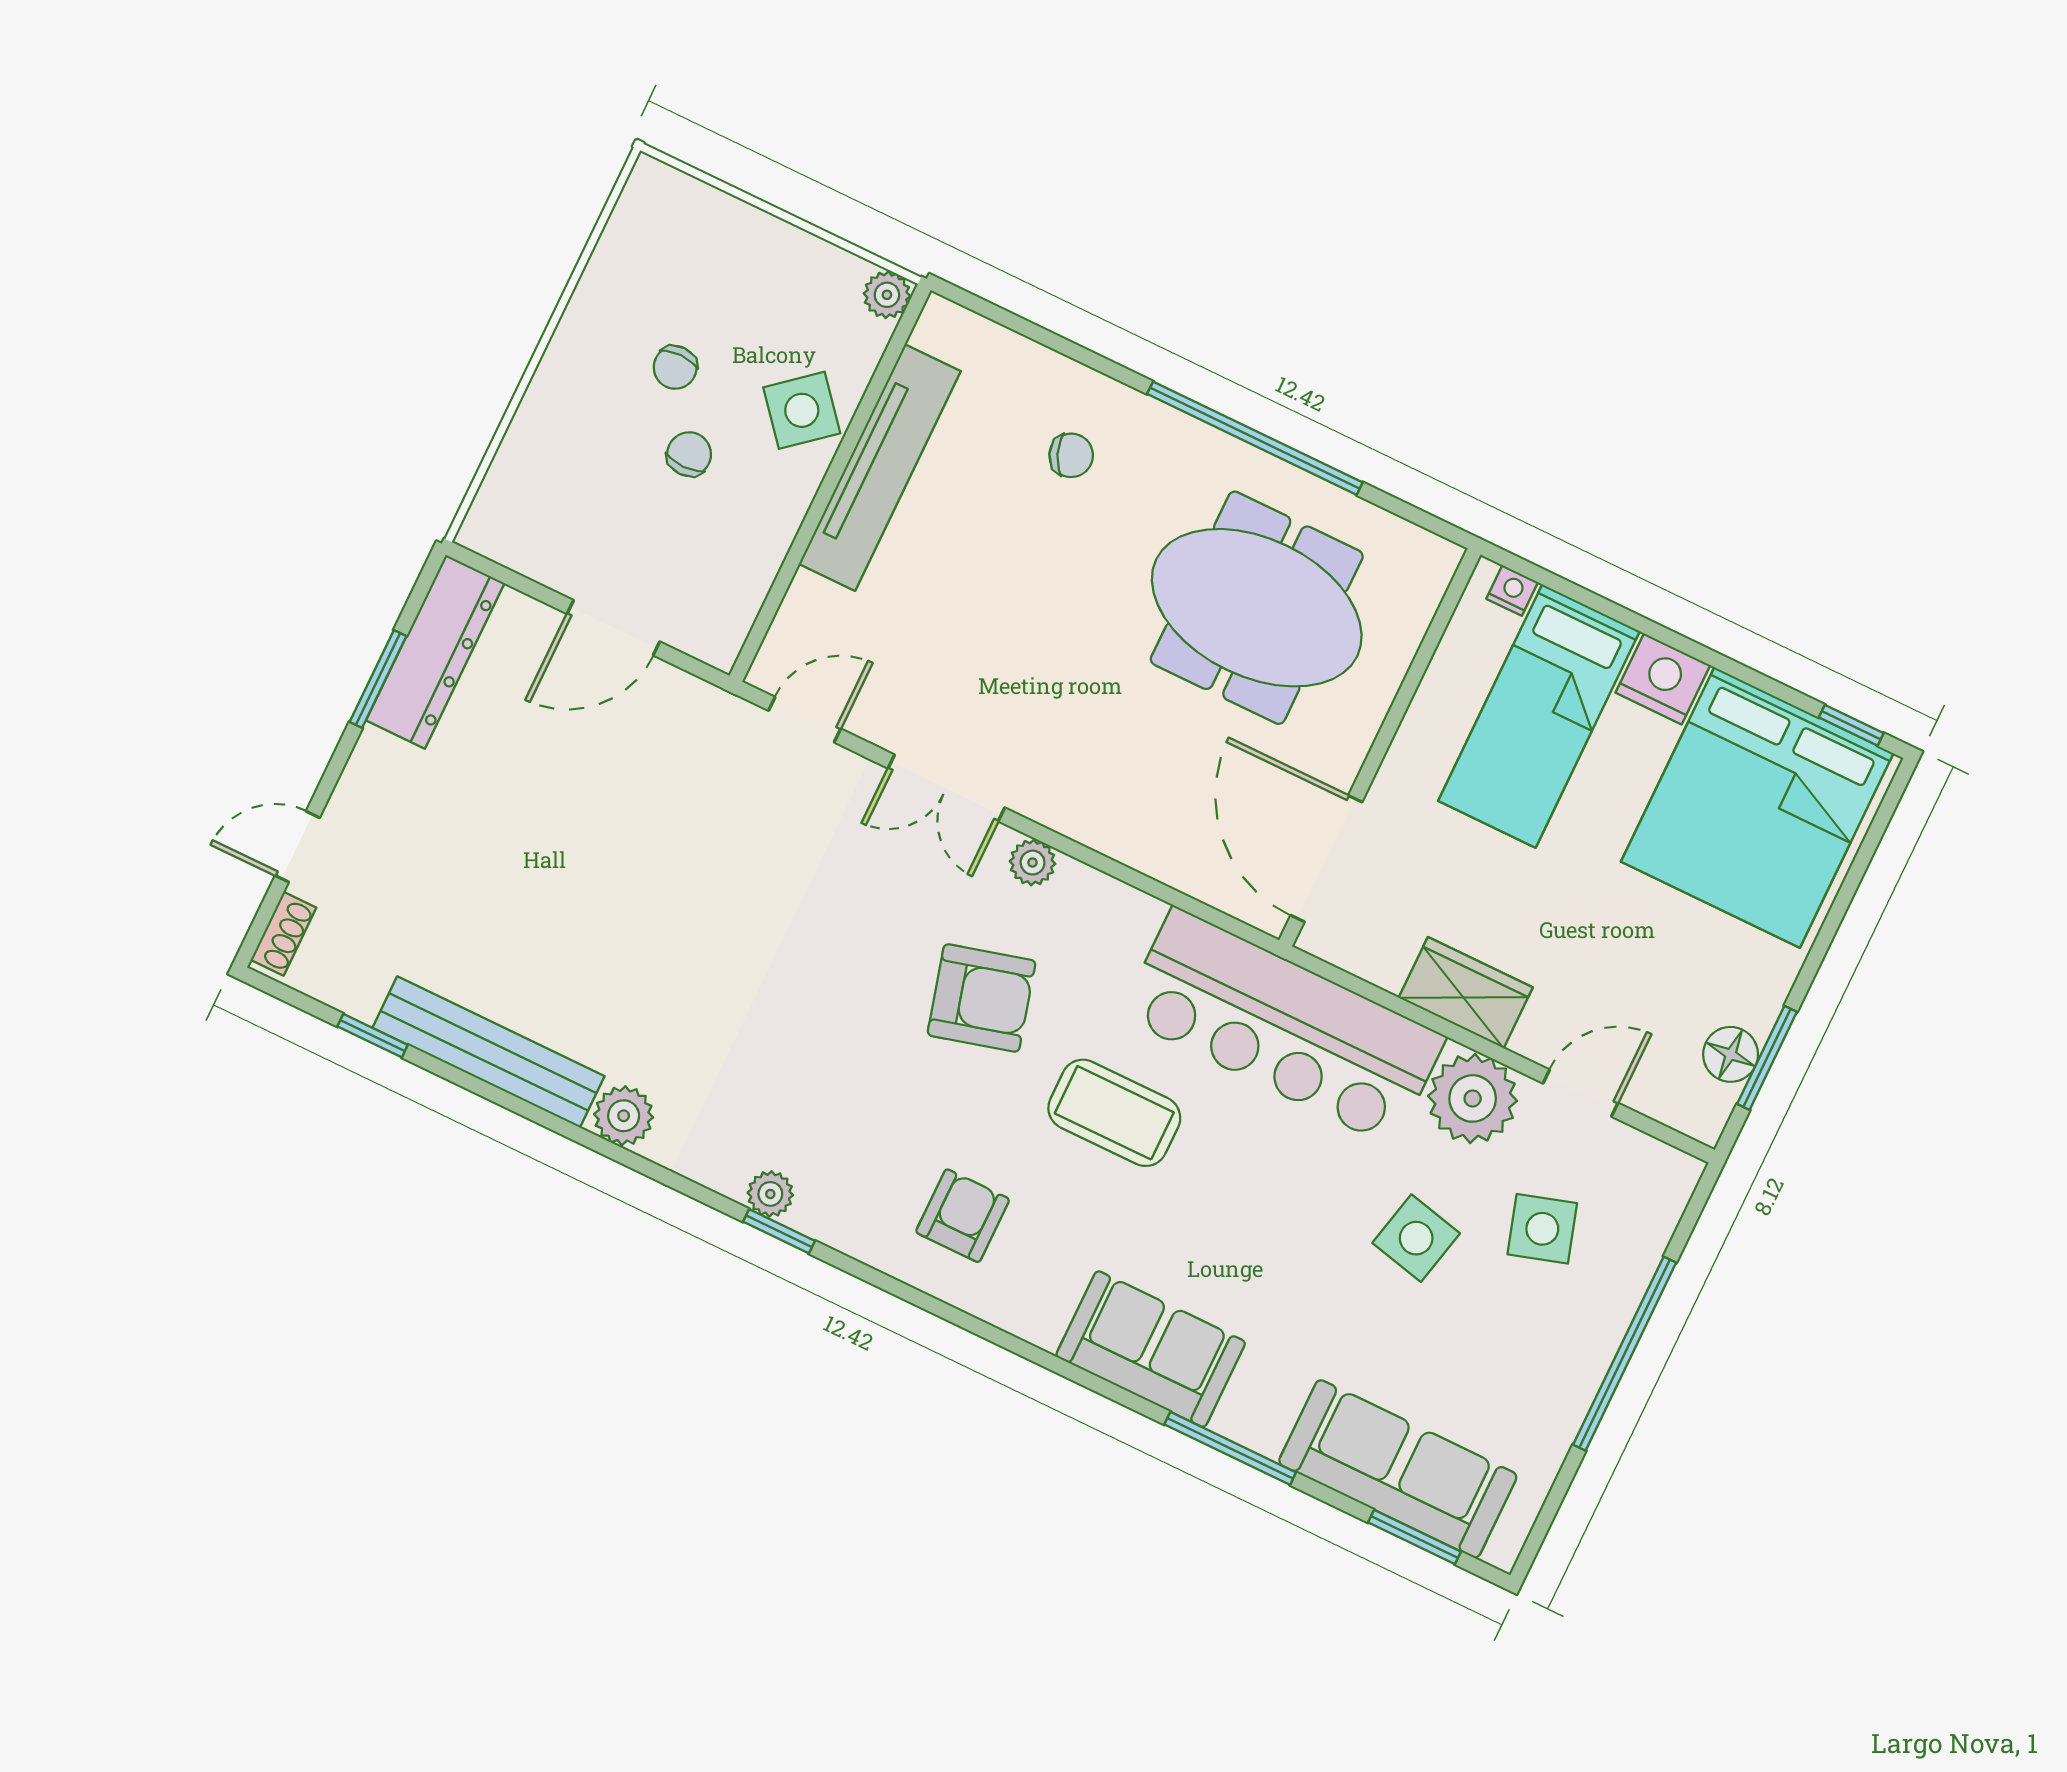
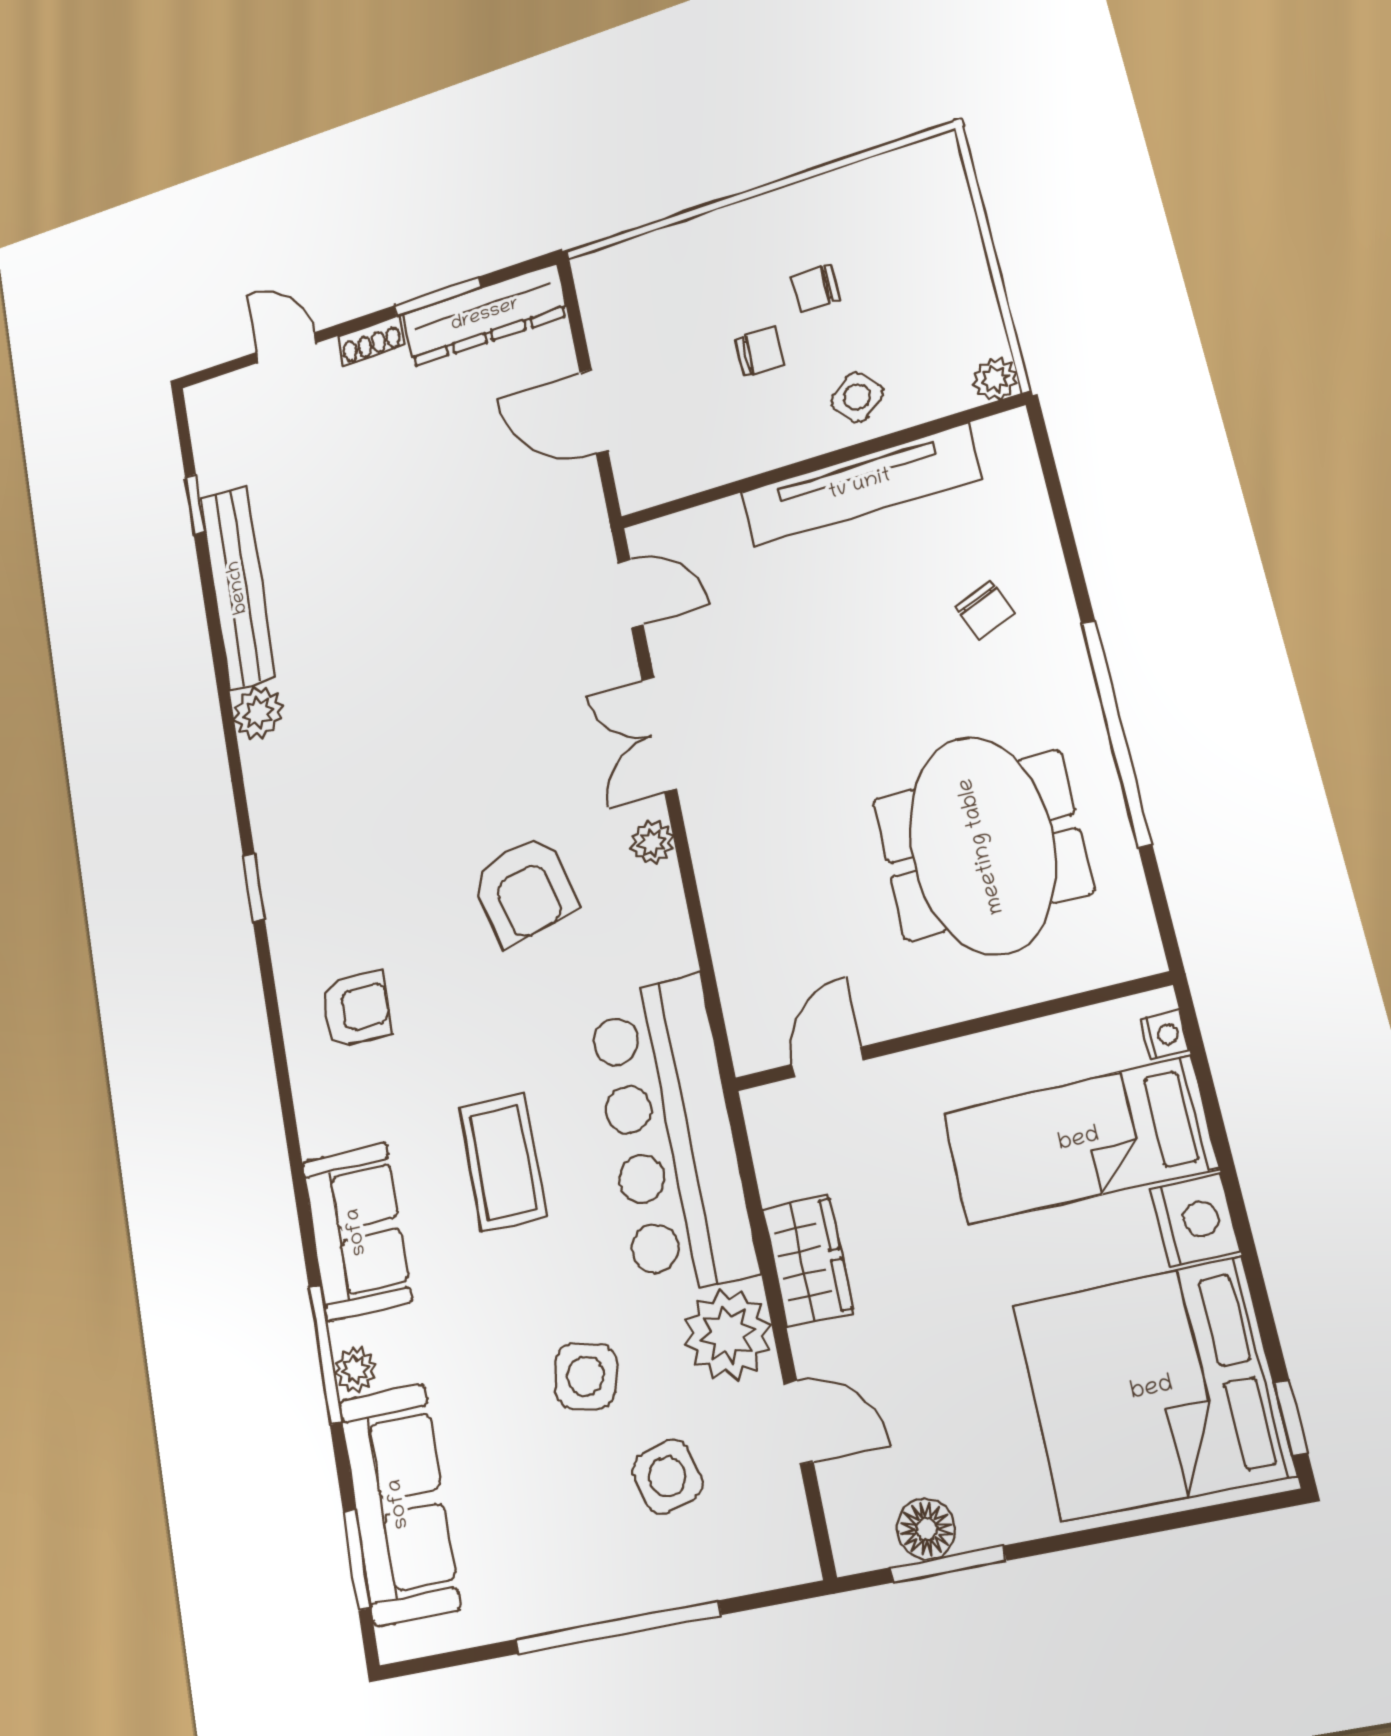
side table: (802, 410) -> (857, 397), width x0.73, depth x0.73
door: (1326, 859) -> (828, 1062), width x0.53
shoe rack: (283, 934) -> (371, 340), moved
coffee table: (1114, 1113) -> (503, 1162), moved
plant: (770, 1194) -> (355, 1370), moved

